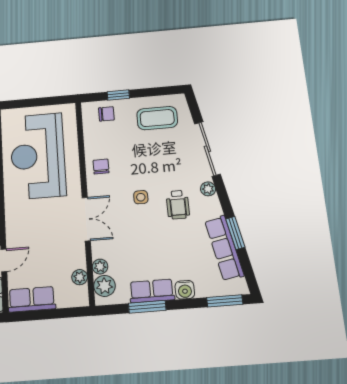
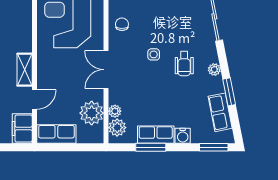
plant: (208, 189) -> (214, 70), moved
double door: (86, 219) -> (106, 70), swing flipped
row of seats: (224, 248) -> (220, 112), width x0.68
plant: (80, 277) -> (92, 113), width x1.87, depth x1.87

